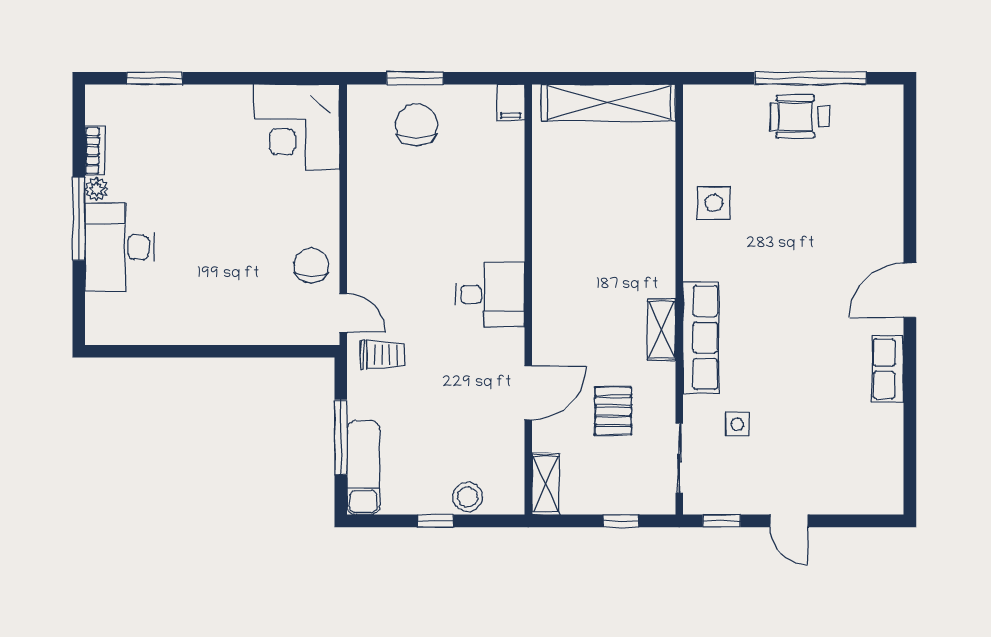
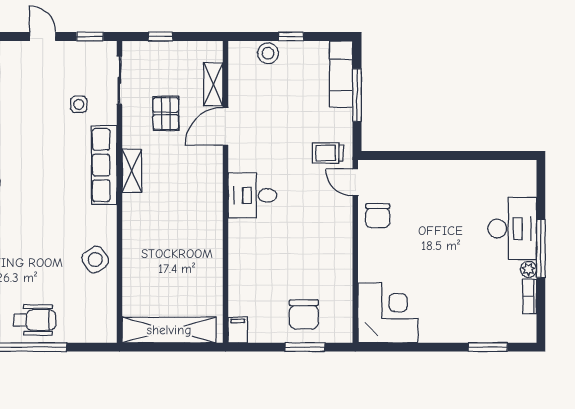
side table: (714, 203) -> (95, 260), turned -34
shelving: (546, 484) -> (213, 84), moved

